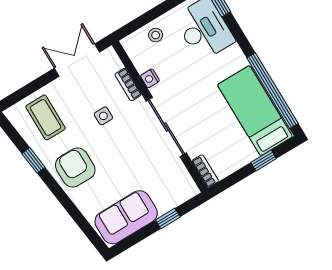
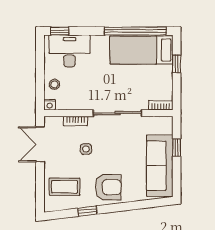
nightstand: (150, 78) -> (50, 105), moved
armchair: (75, 168) -> (108, 187), turned 180
sofa: (126, 217) -> (160, 166), width x1.36

